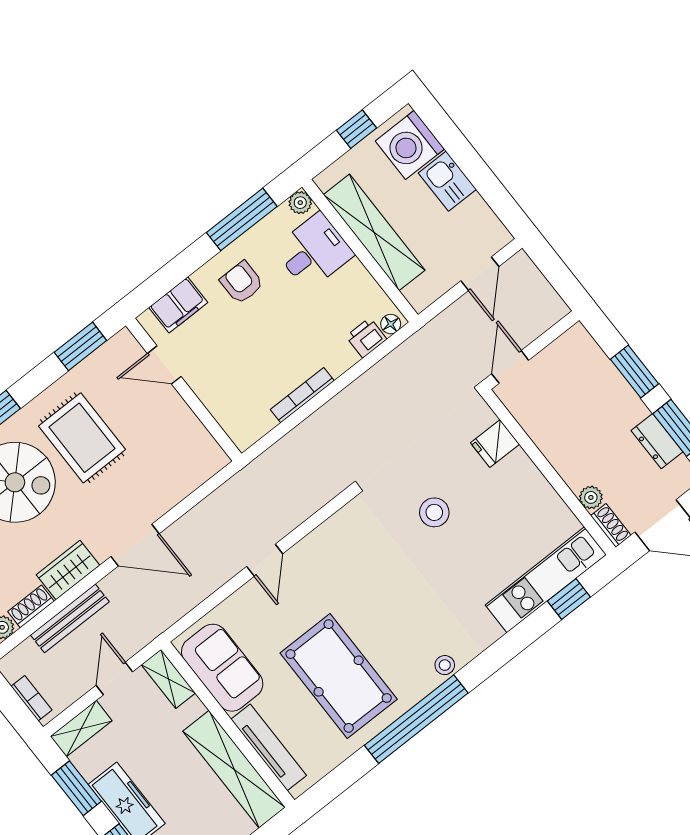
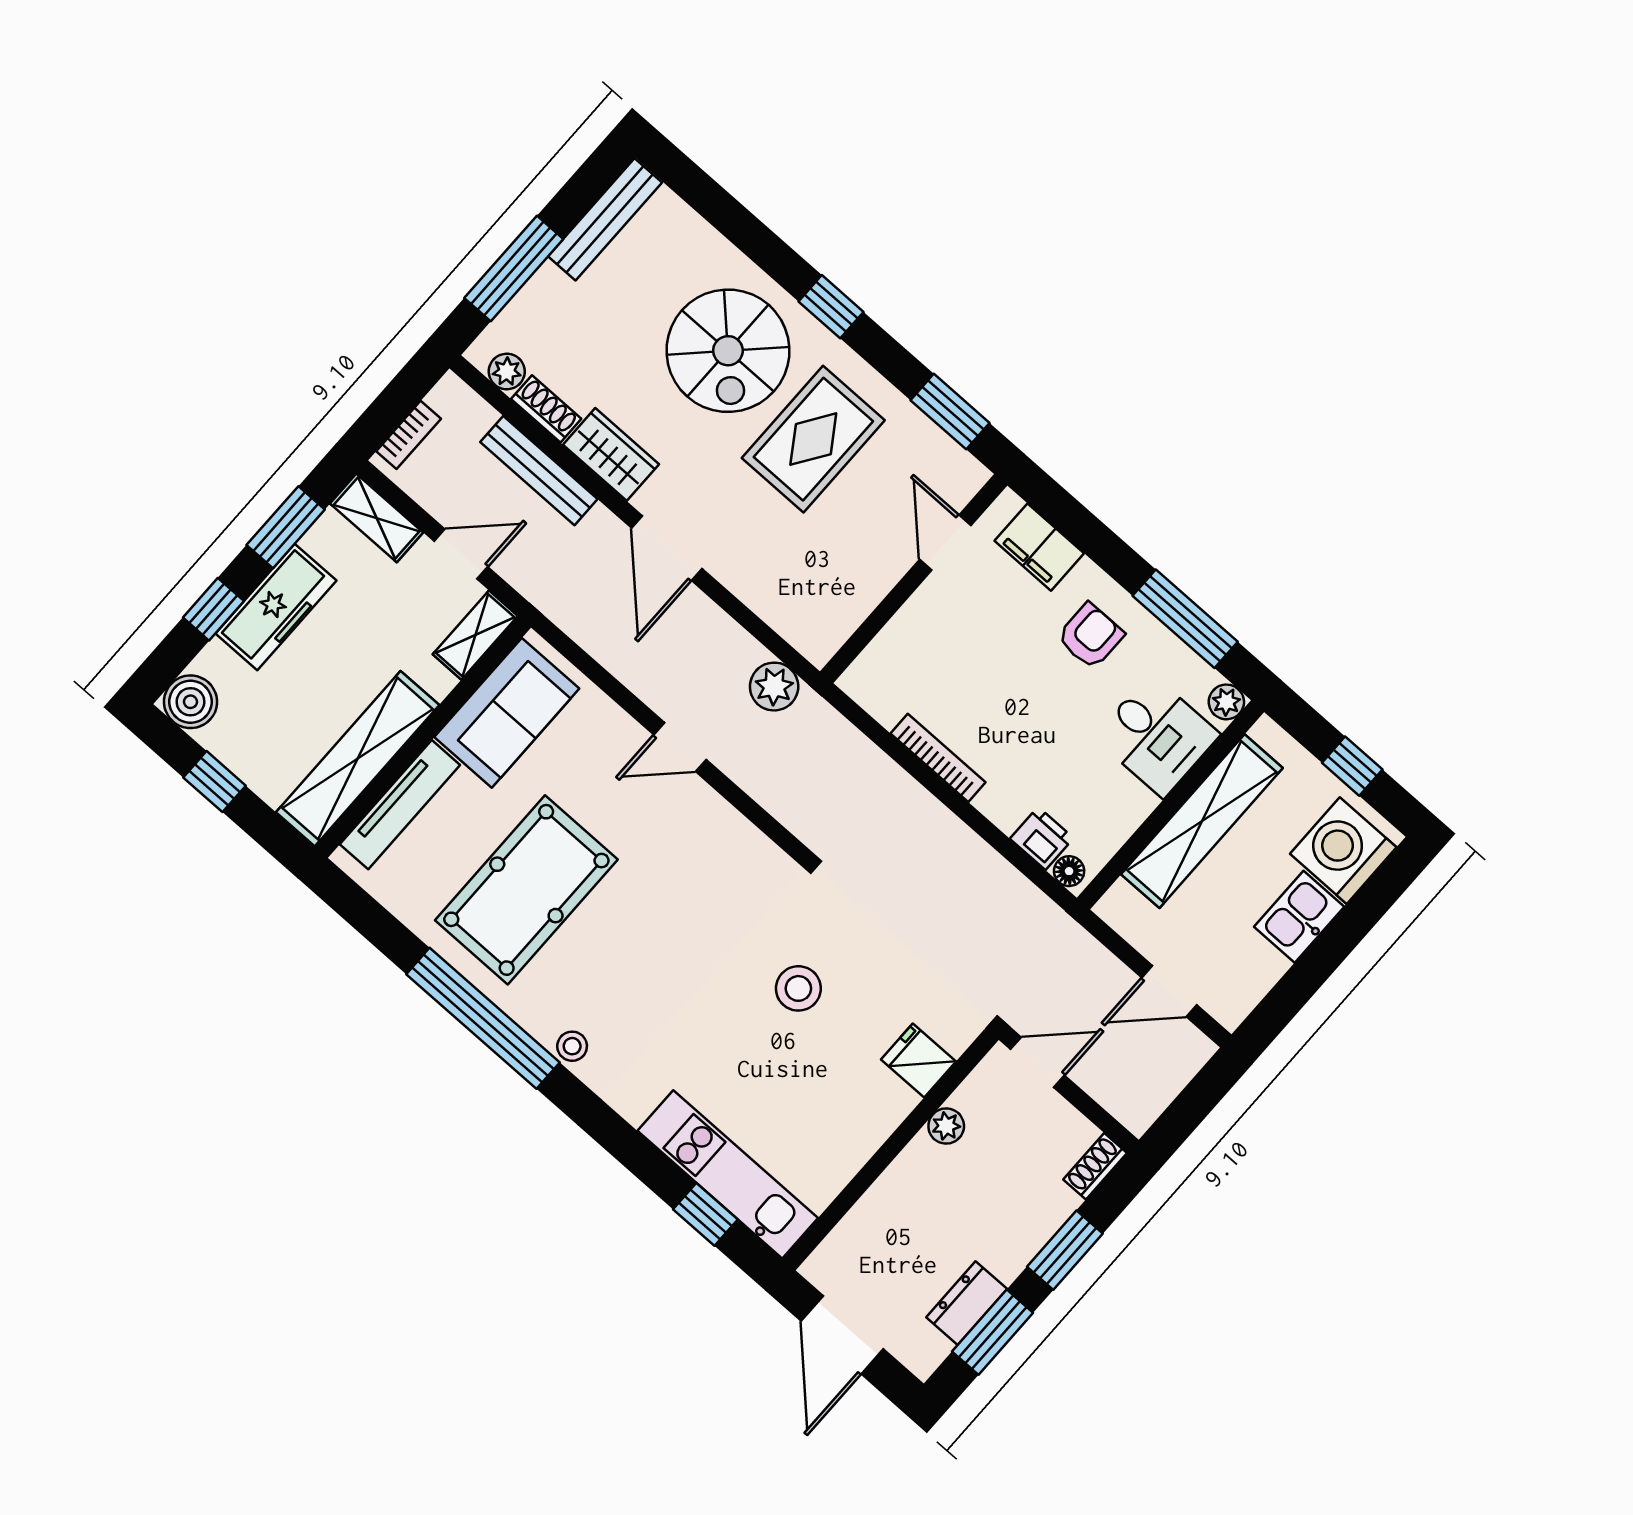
plant: (237, 492) -> (774, 687), added
plant: (591, 497) -> (946, 1126), moved
shoe rack: (611, 525) -> (1095, 1166), moved, turned 180

